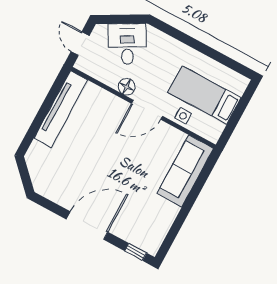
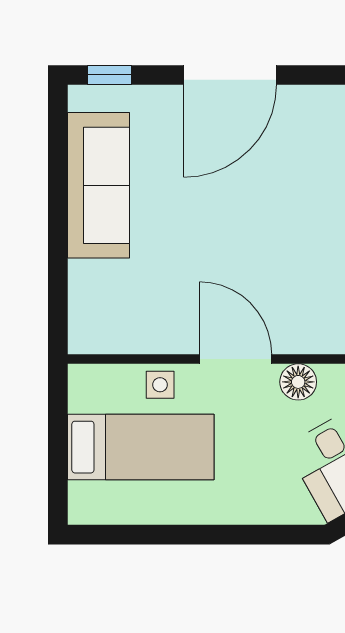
door: (147, 110) -> (236, 359), hinge flipped
sofa: (185, 171) -> (98, 185), moved

